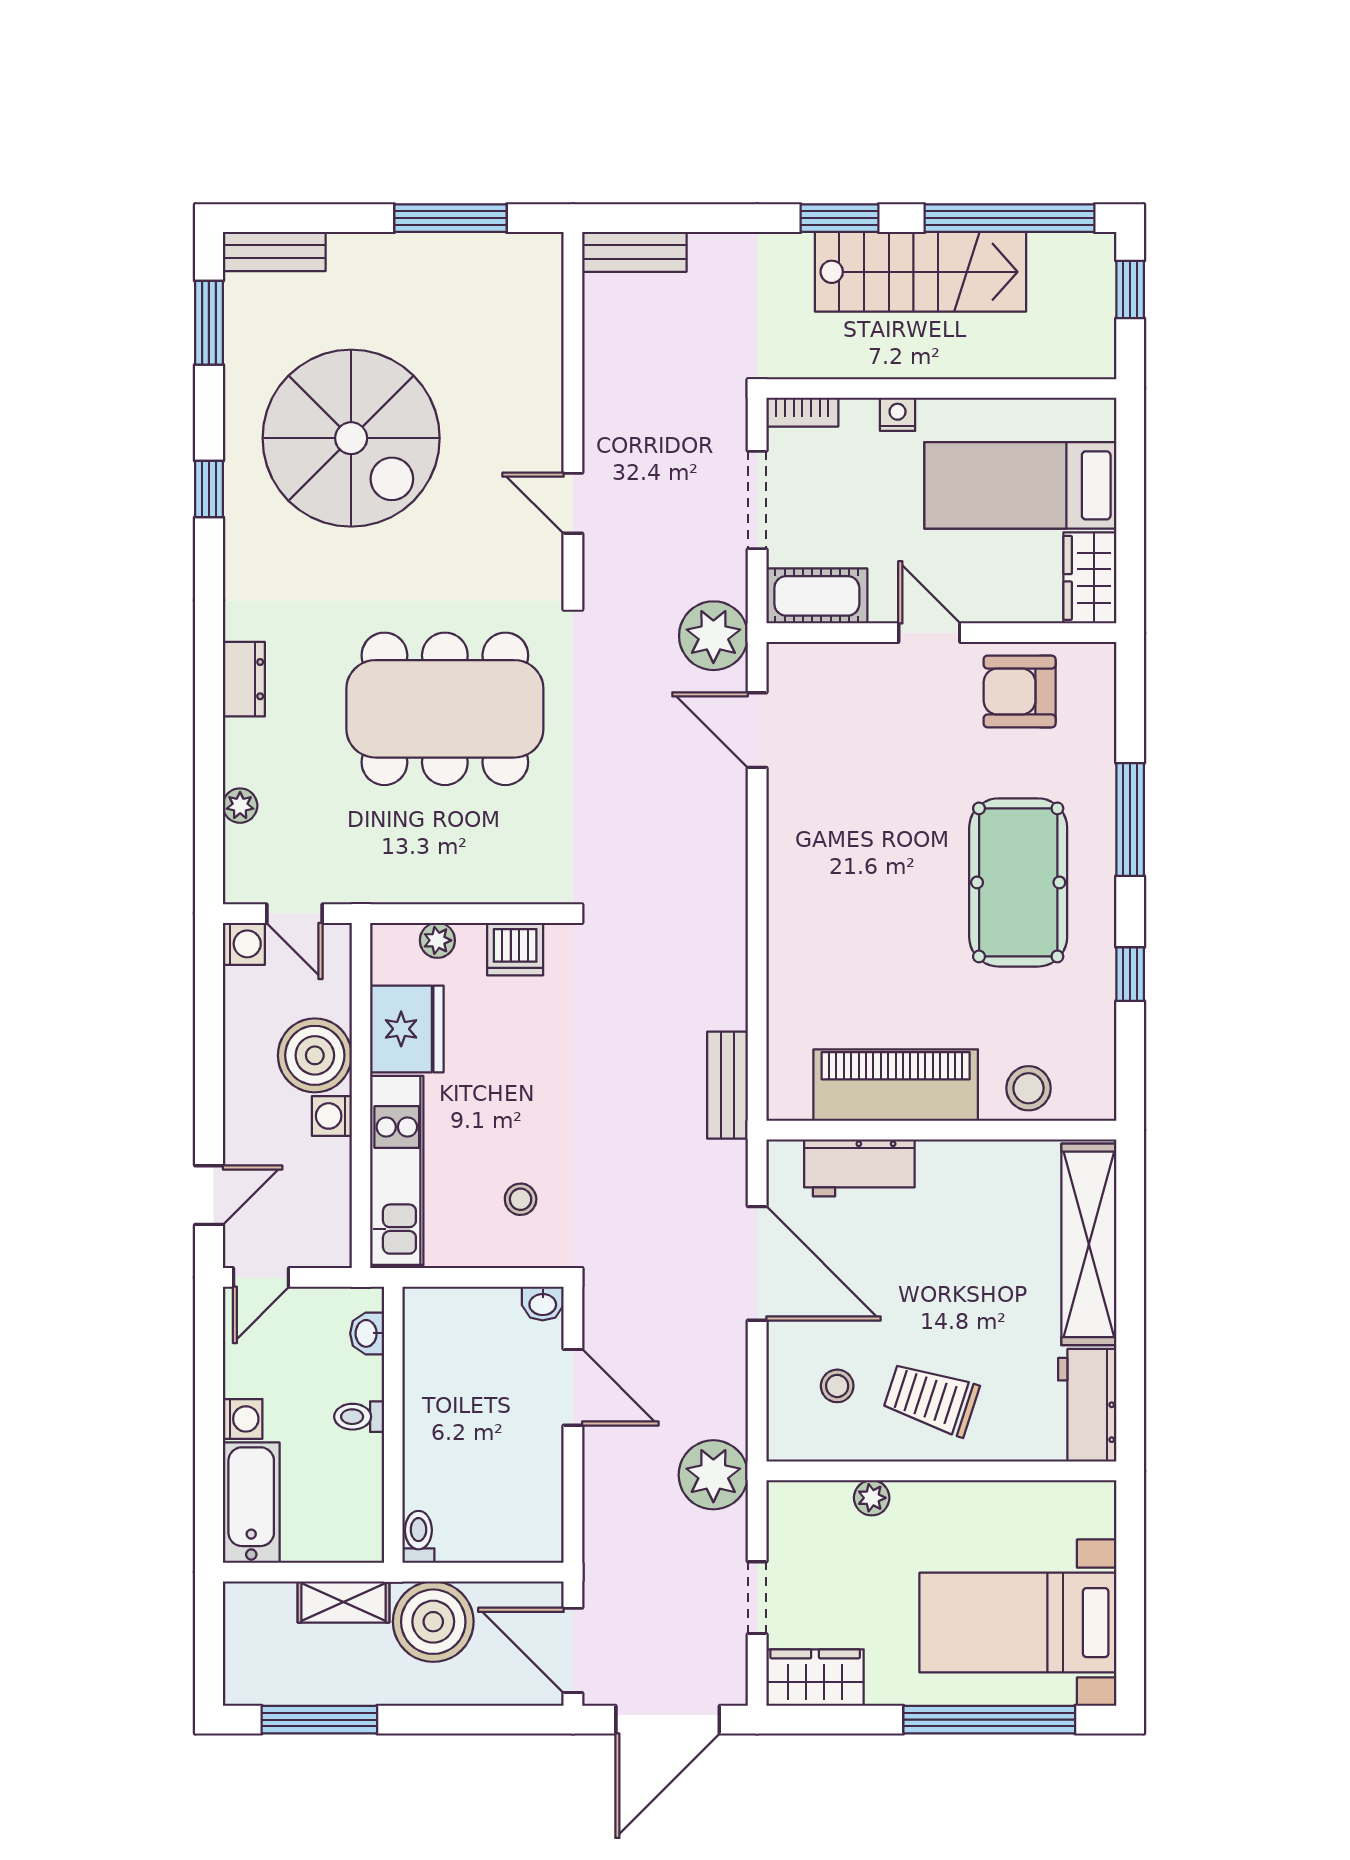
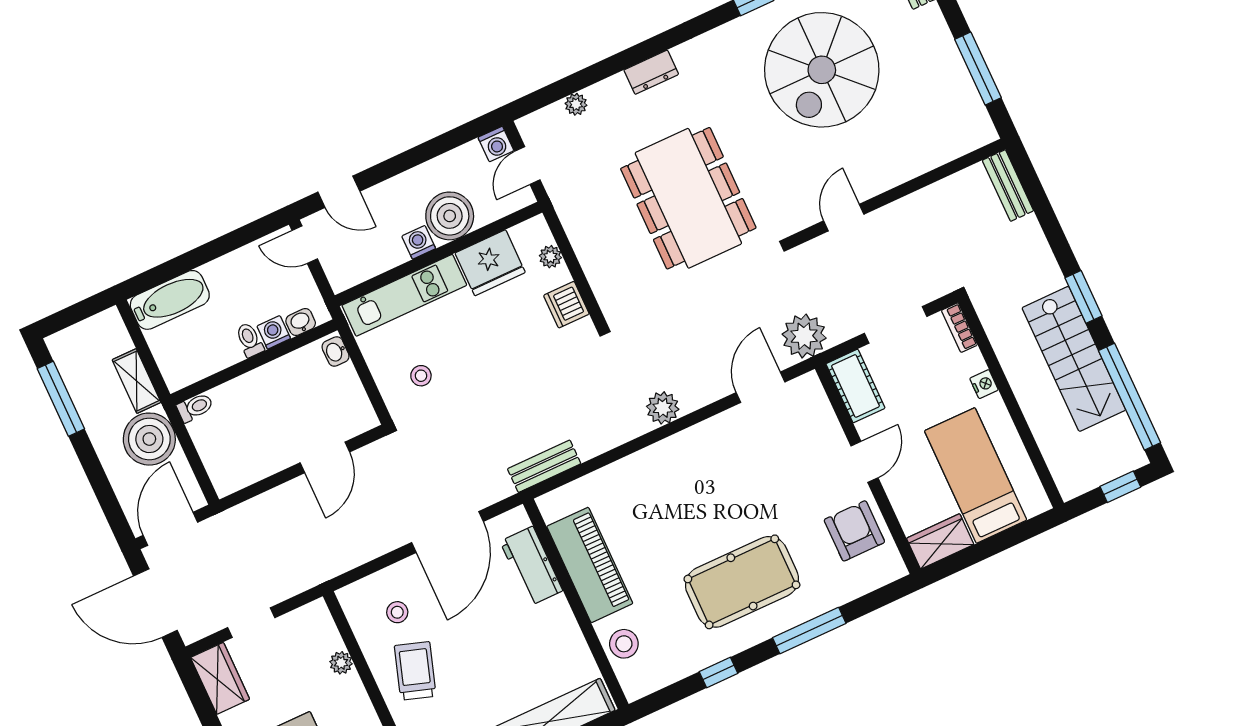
washbasin: (543, 1304) -> (336, 352), moved
washing machine: (243, 1419) -> (274, 332), moved, turned 180
plant: (713, 1475) -> (663, 408), moved, width x0.73, depth x0.73

